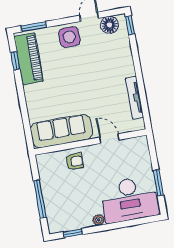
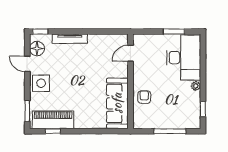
tv unit: (134, 98) -> (70, 39), moved
door: (109, 139) -> (131, 53), moved

